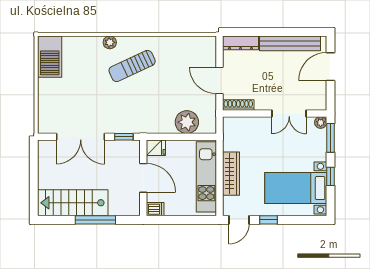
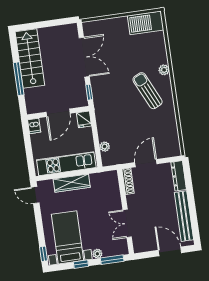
plant: (187, 122) -> (105, 147), width x0.53, depth x0.53
plant: (321, 123) -> (97, 254), moved
double door: (81, 137) -> (84, 57), swing flipped
window: (268, 220) -> (44, 254), moved

